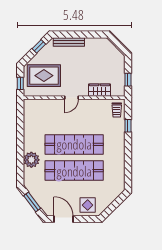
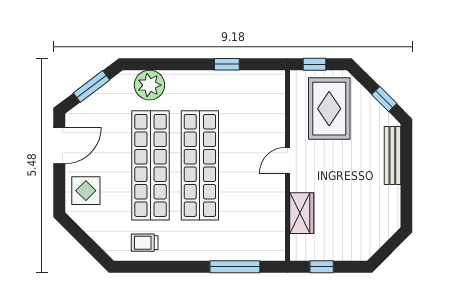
door: (72, 98) -> (288, 160), hinge flipped
trolley: (117, 110) -> (145, 243), moved
window: (128, 126) -> (235, 267), width x2.17
window: (20, 130) -> (227, 64), added
plant: (31, 160) -> (149, 85), moved

